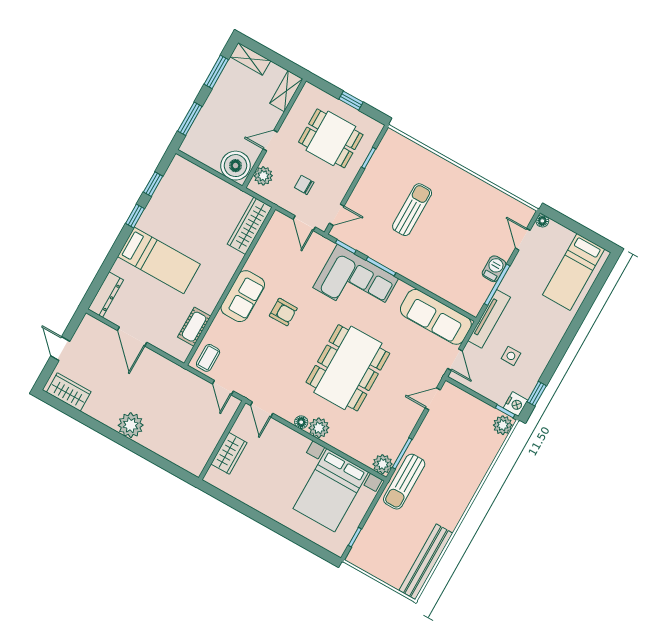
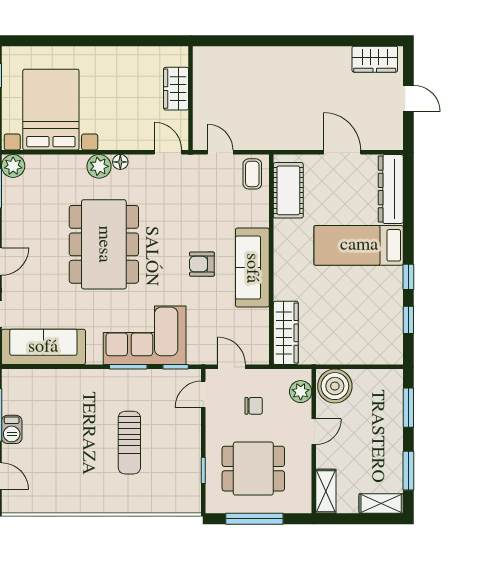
window: (351, 101) -> (254, 519), width x2.17
dresser: (106, 295) -> (391, 189), width x1.37, depth x1.24
sofa: (243, 296) -> (252, 268), width x1.36
cot: (194, 327) -> (288, 190), width x1.37, depth x1.34
plant: (131, 425) -> (293, 61), removed

